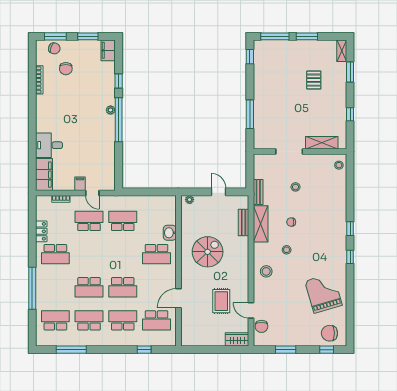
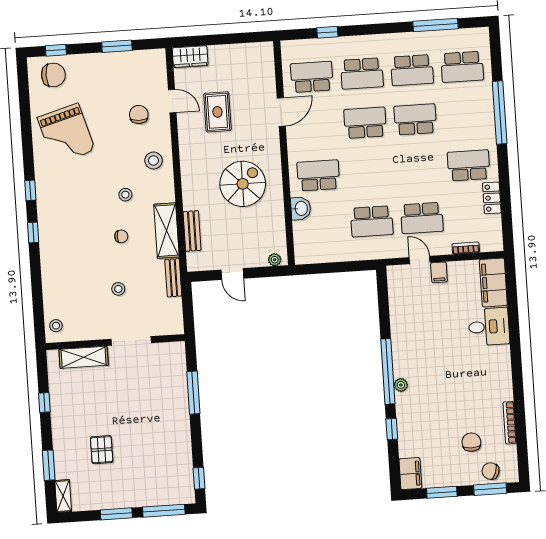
spiral stairs: (208, 252) -> (243, 184), turned 180
chair: (261, 326) -> (139, 114), moved

